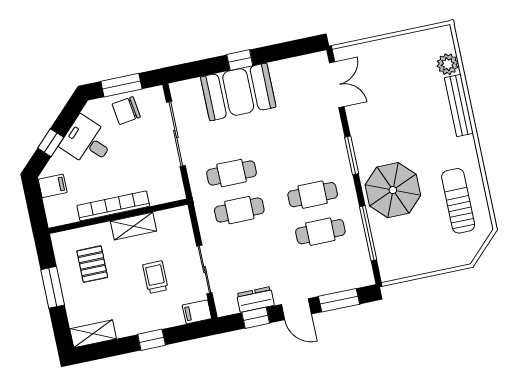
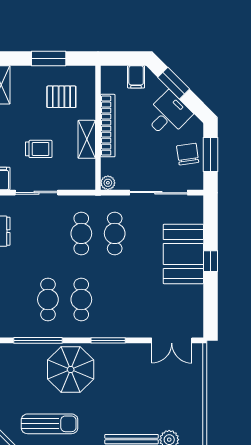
window: (51, 143) -> (174, 83), width x1.50
plant: (177, 192) -> (108, 183), added

